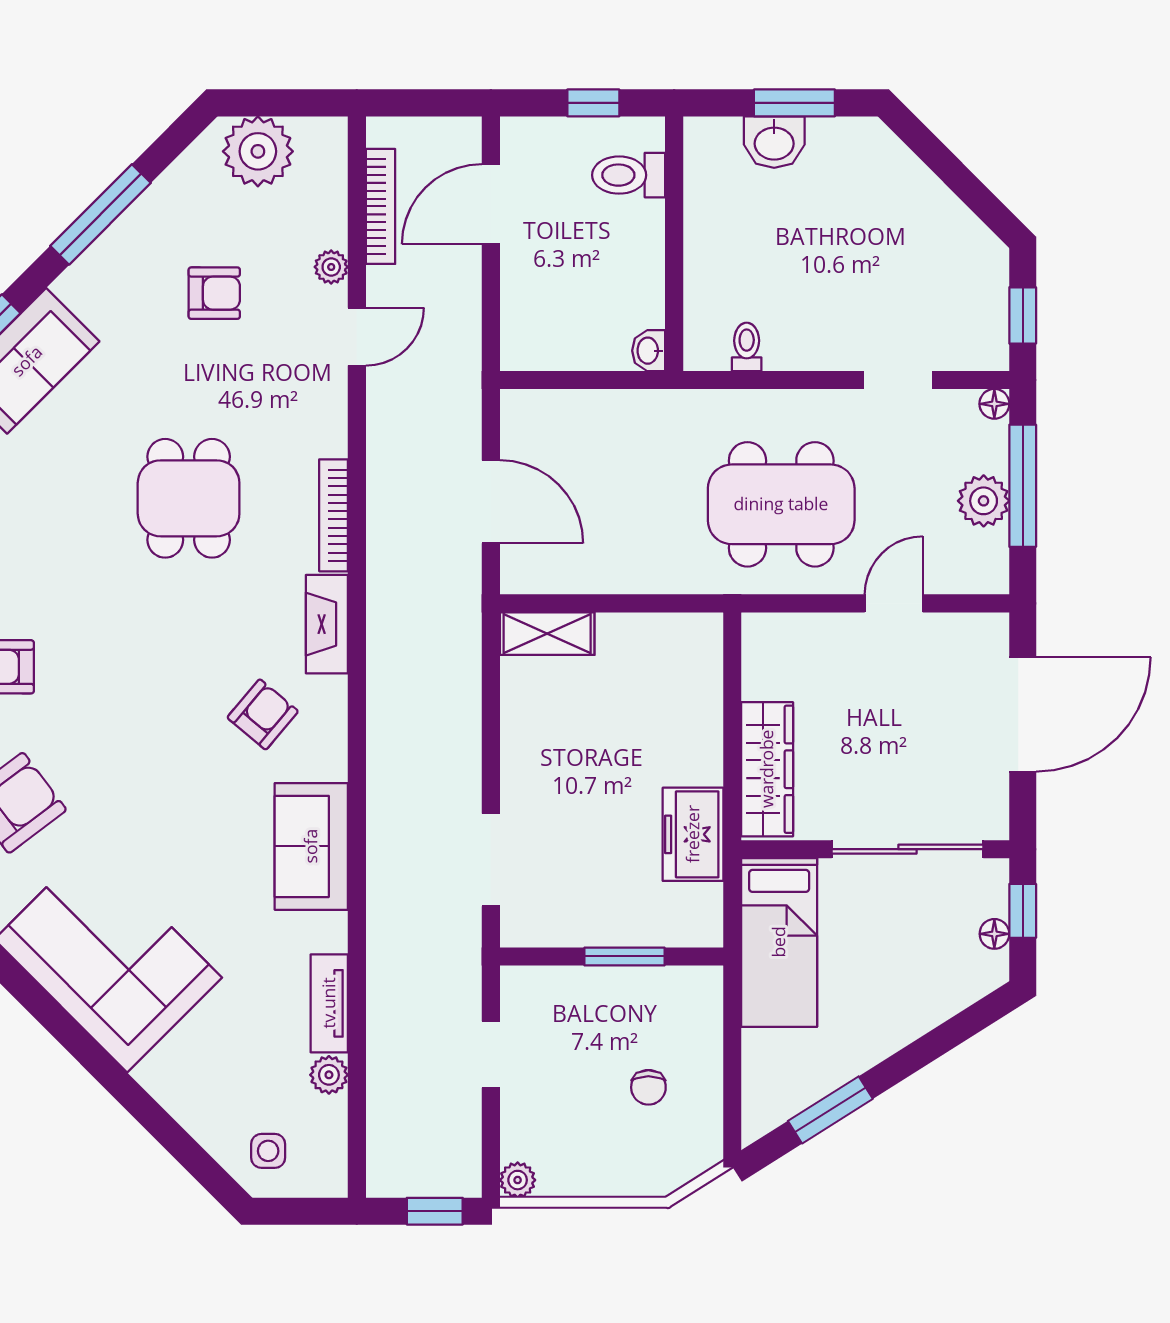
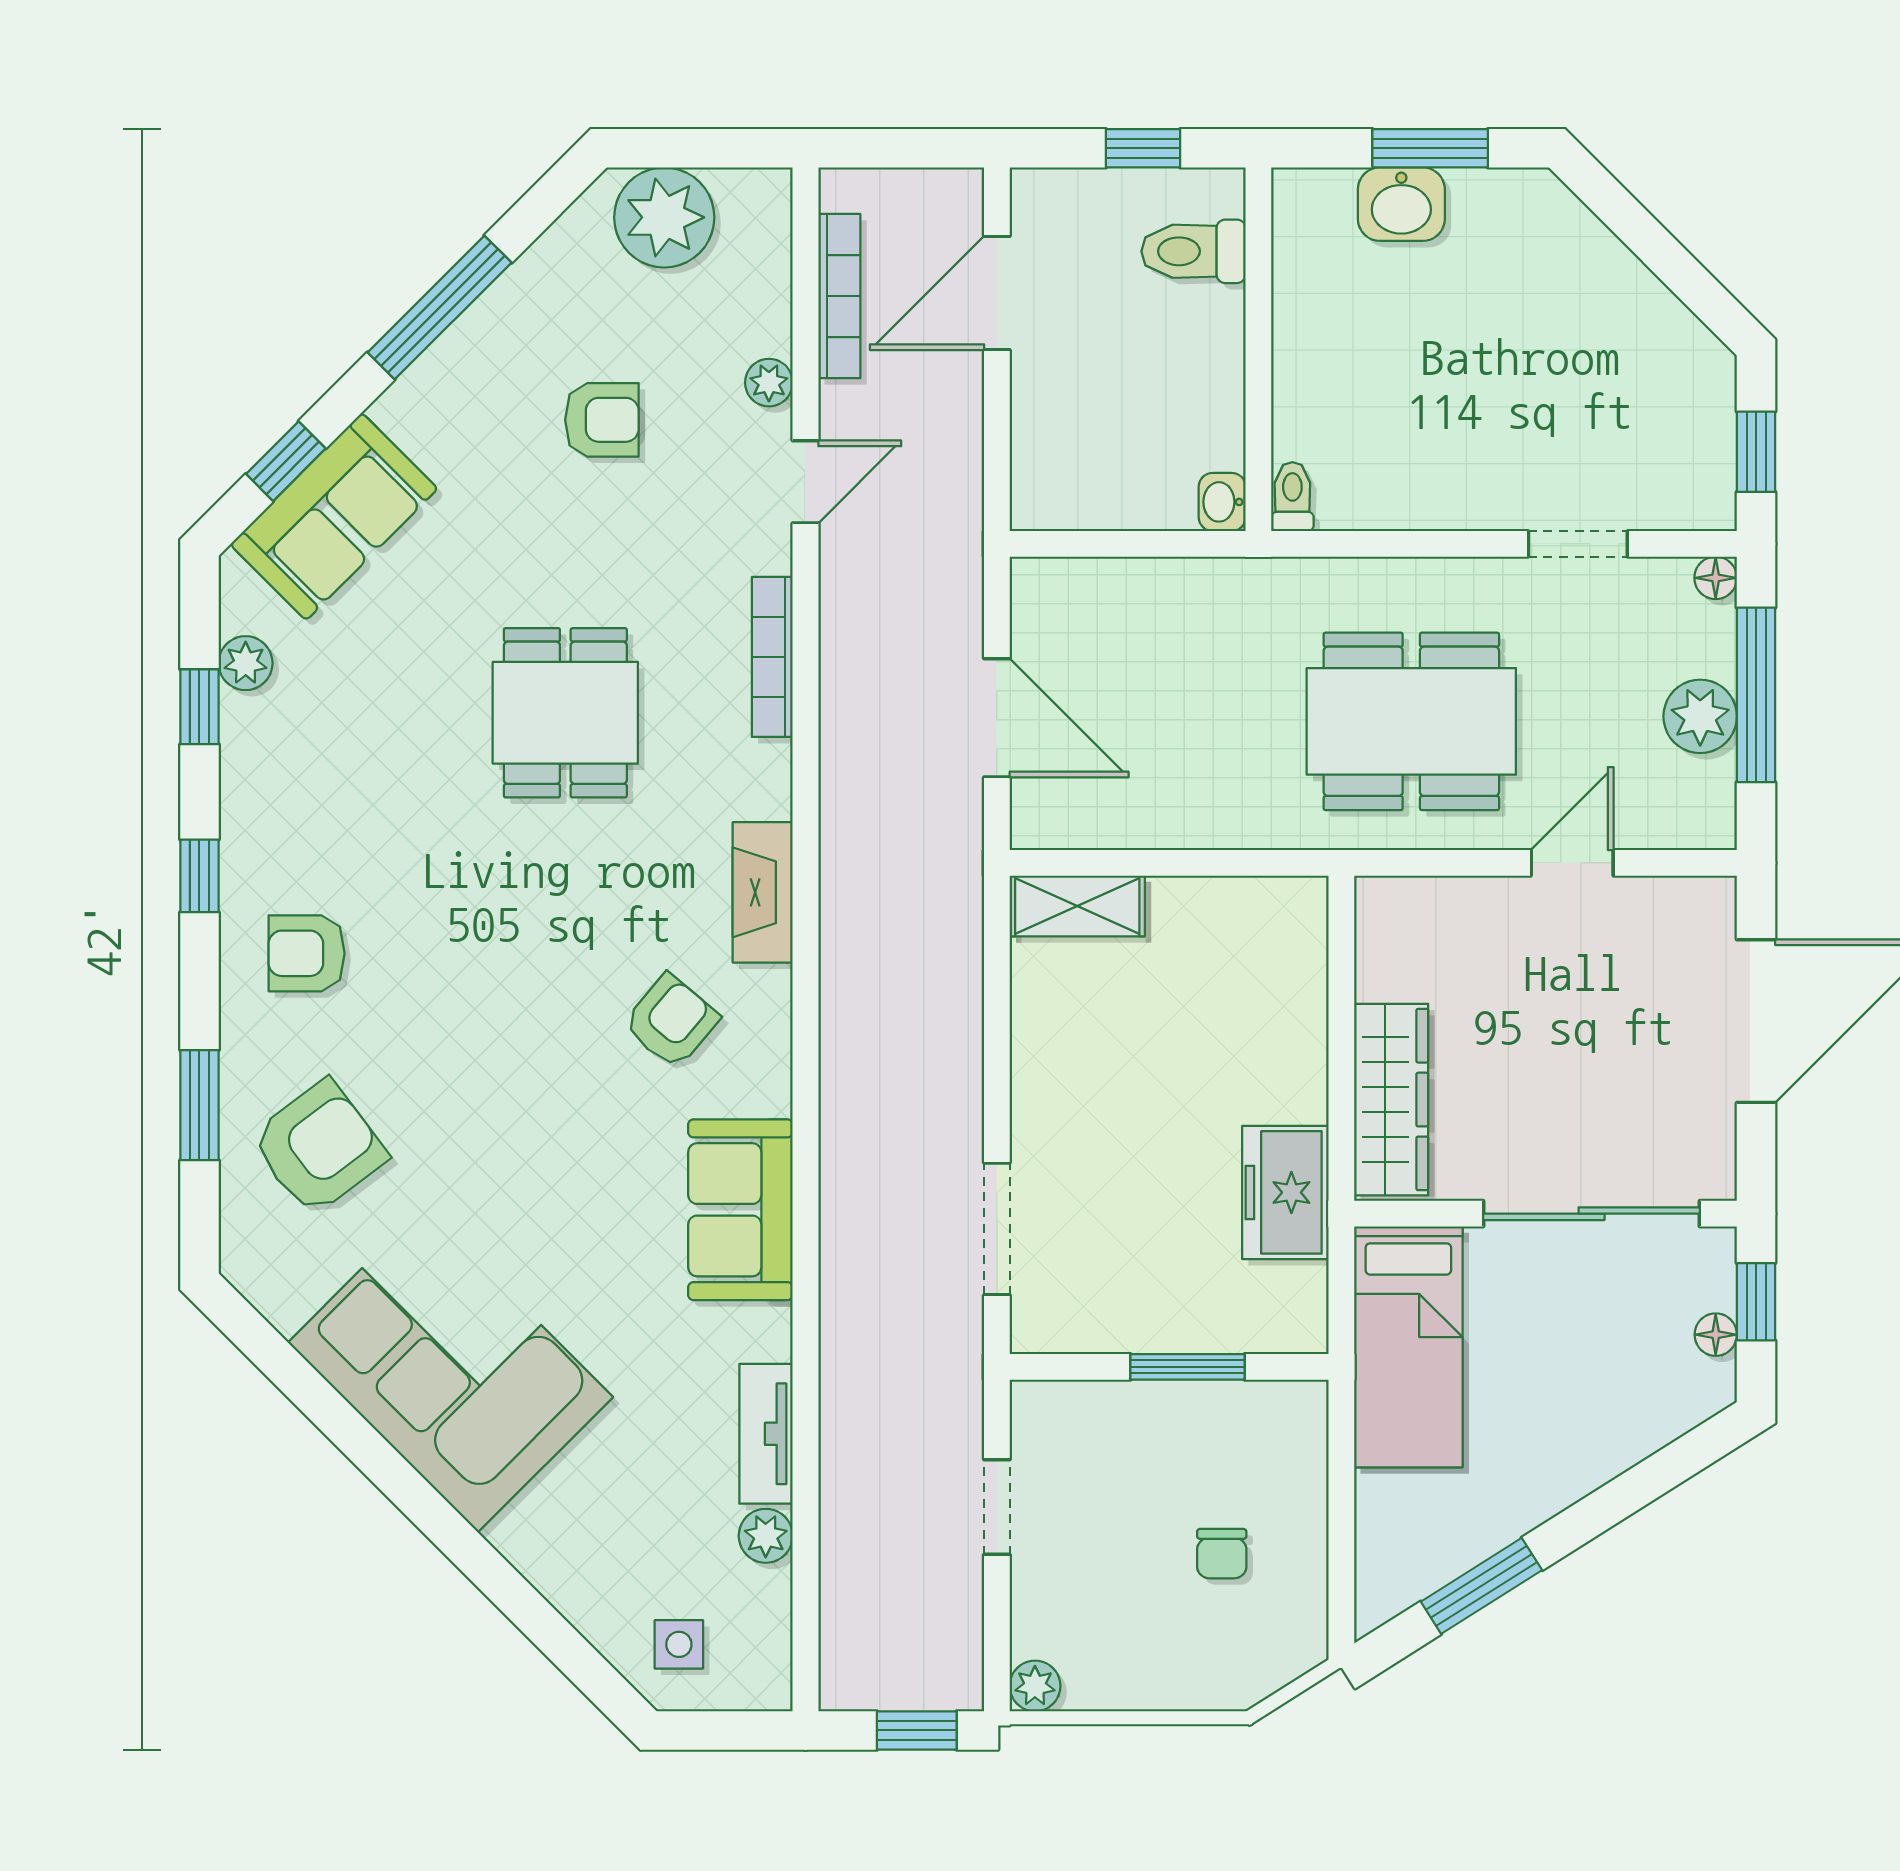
toilet: (747, 347) -> (1292, 497), moved
bookcase: (334, 515) -> (772, 657), moved

